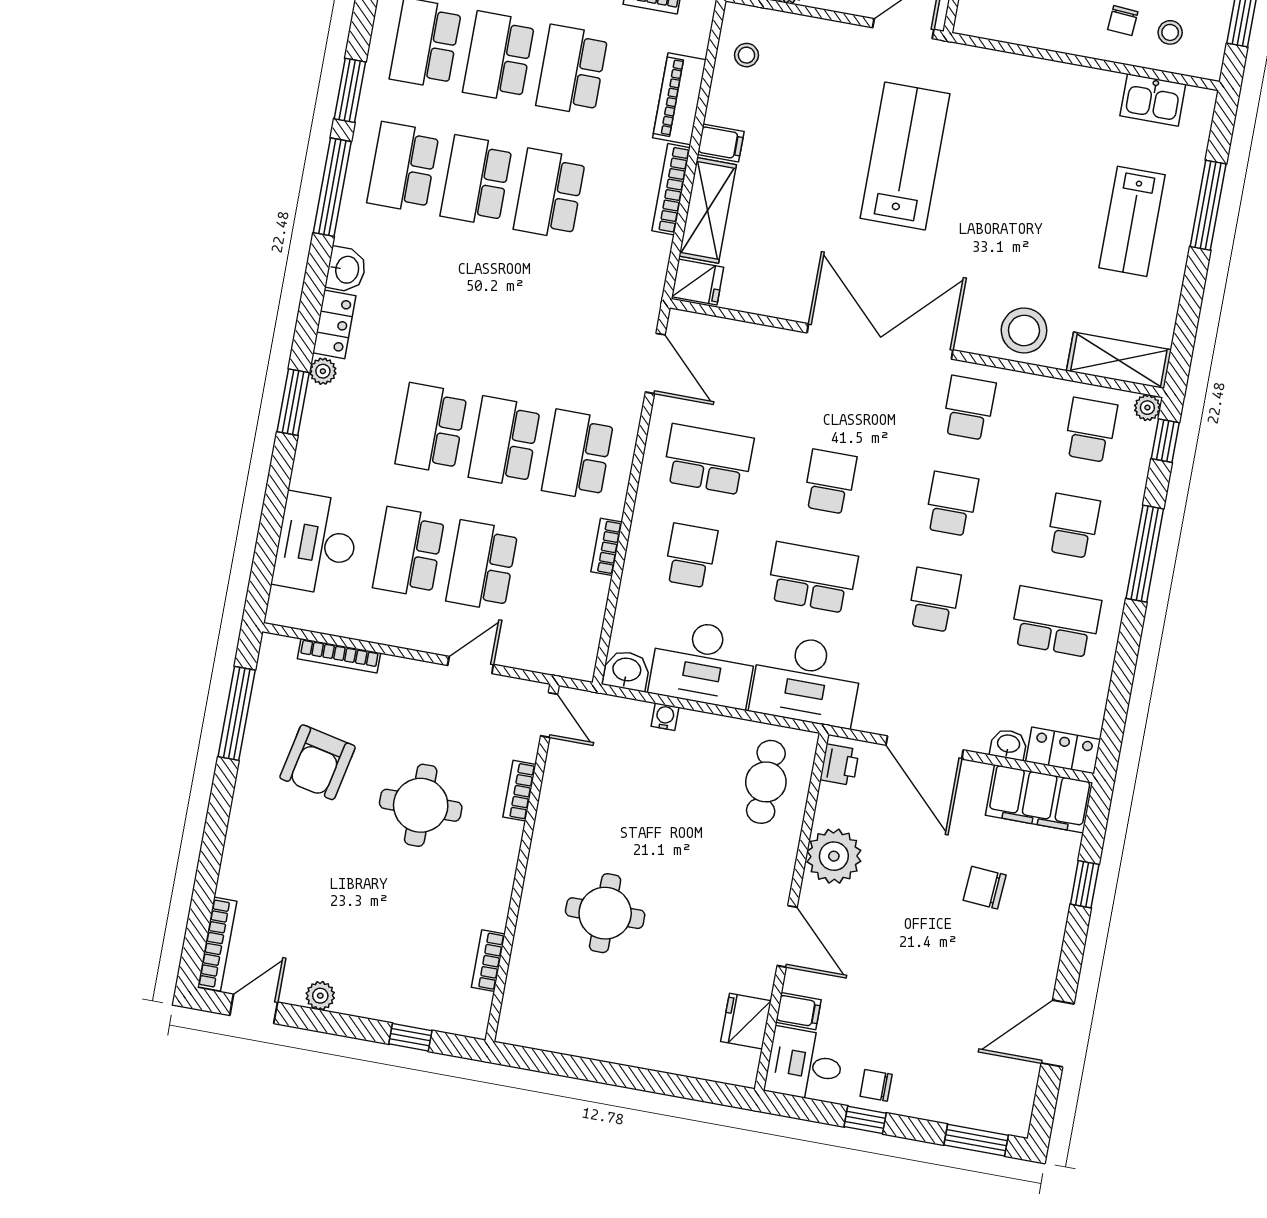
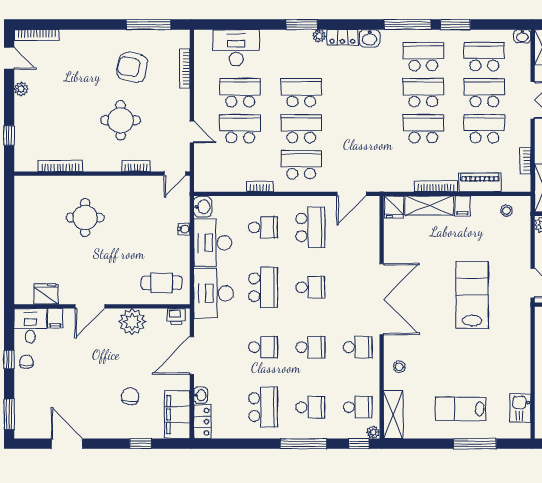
lab bench: (905, 156) -> (472, 295), turned -90
stool: (1024, 330) -> (399, 367), width x0.53, depth x0.53
bookcase: (488, 961) -> (60, 166), width x1.56

